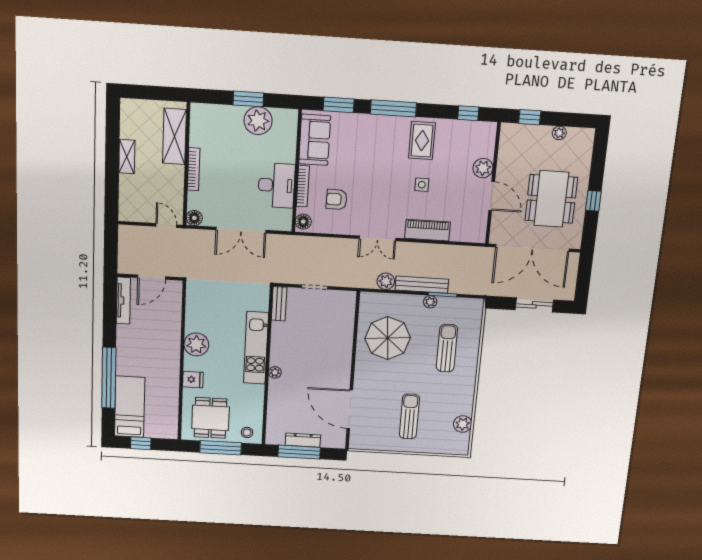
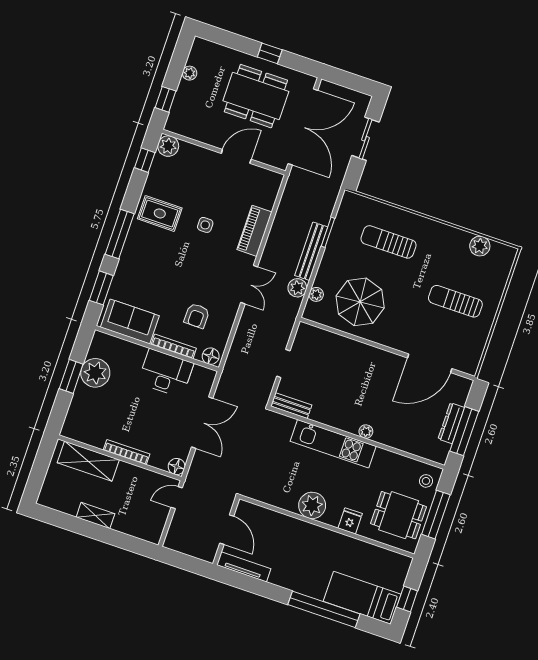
plant: (483, 168) -> (168, 146), moved
plant: (430, 302) -> (316, 294), moved

